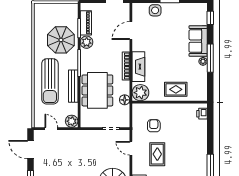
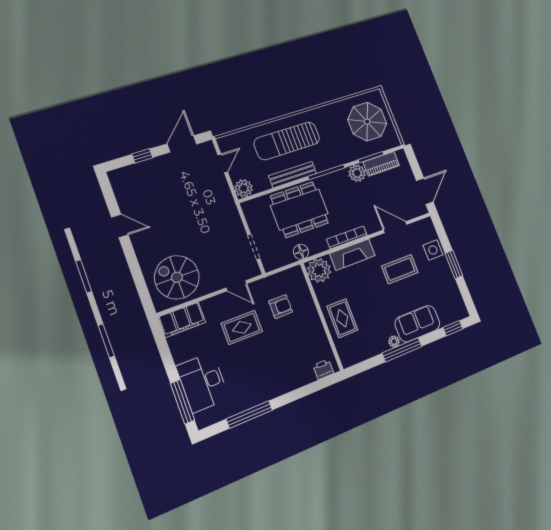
coffee table: (159, 39) -> (400, 269), added
parasol: (61, 40) -> (367, 122), moved
door: (131, 148) -> (236, 286), swing flipped

